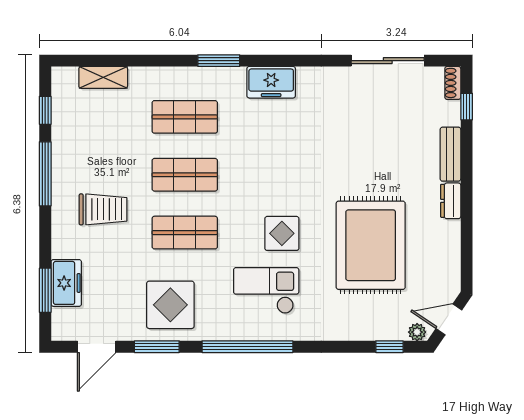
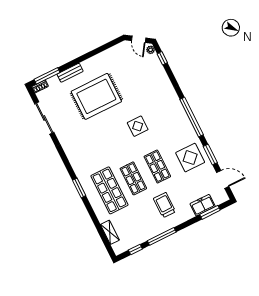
freezer: (271, 82) -> (77, 162), removed
window: (467, 107) -> (47, 76), width x2.17
shop shelf: (185, 117) -> (109, 190), width x1.43, depth x1.36
dresser: (451, 201) -> (89, 63), removed
rug: (371, 245) -> (96, 96), moved
checkout: (266, 290) -> (164, 121), removed

